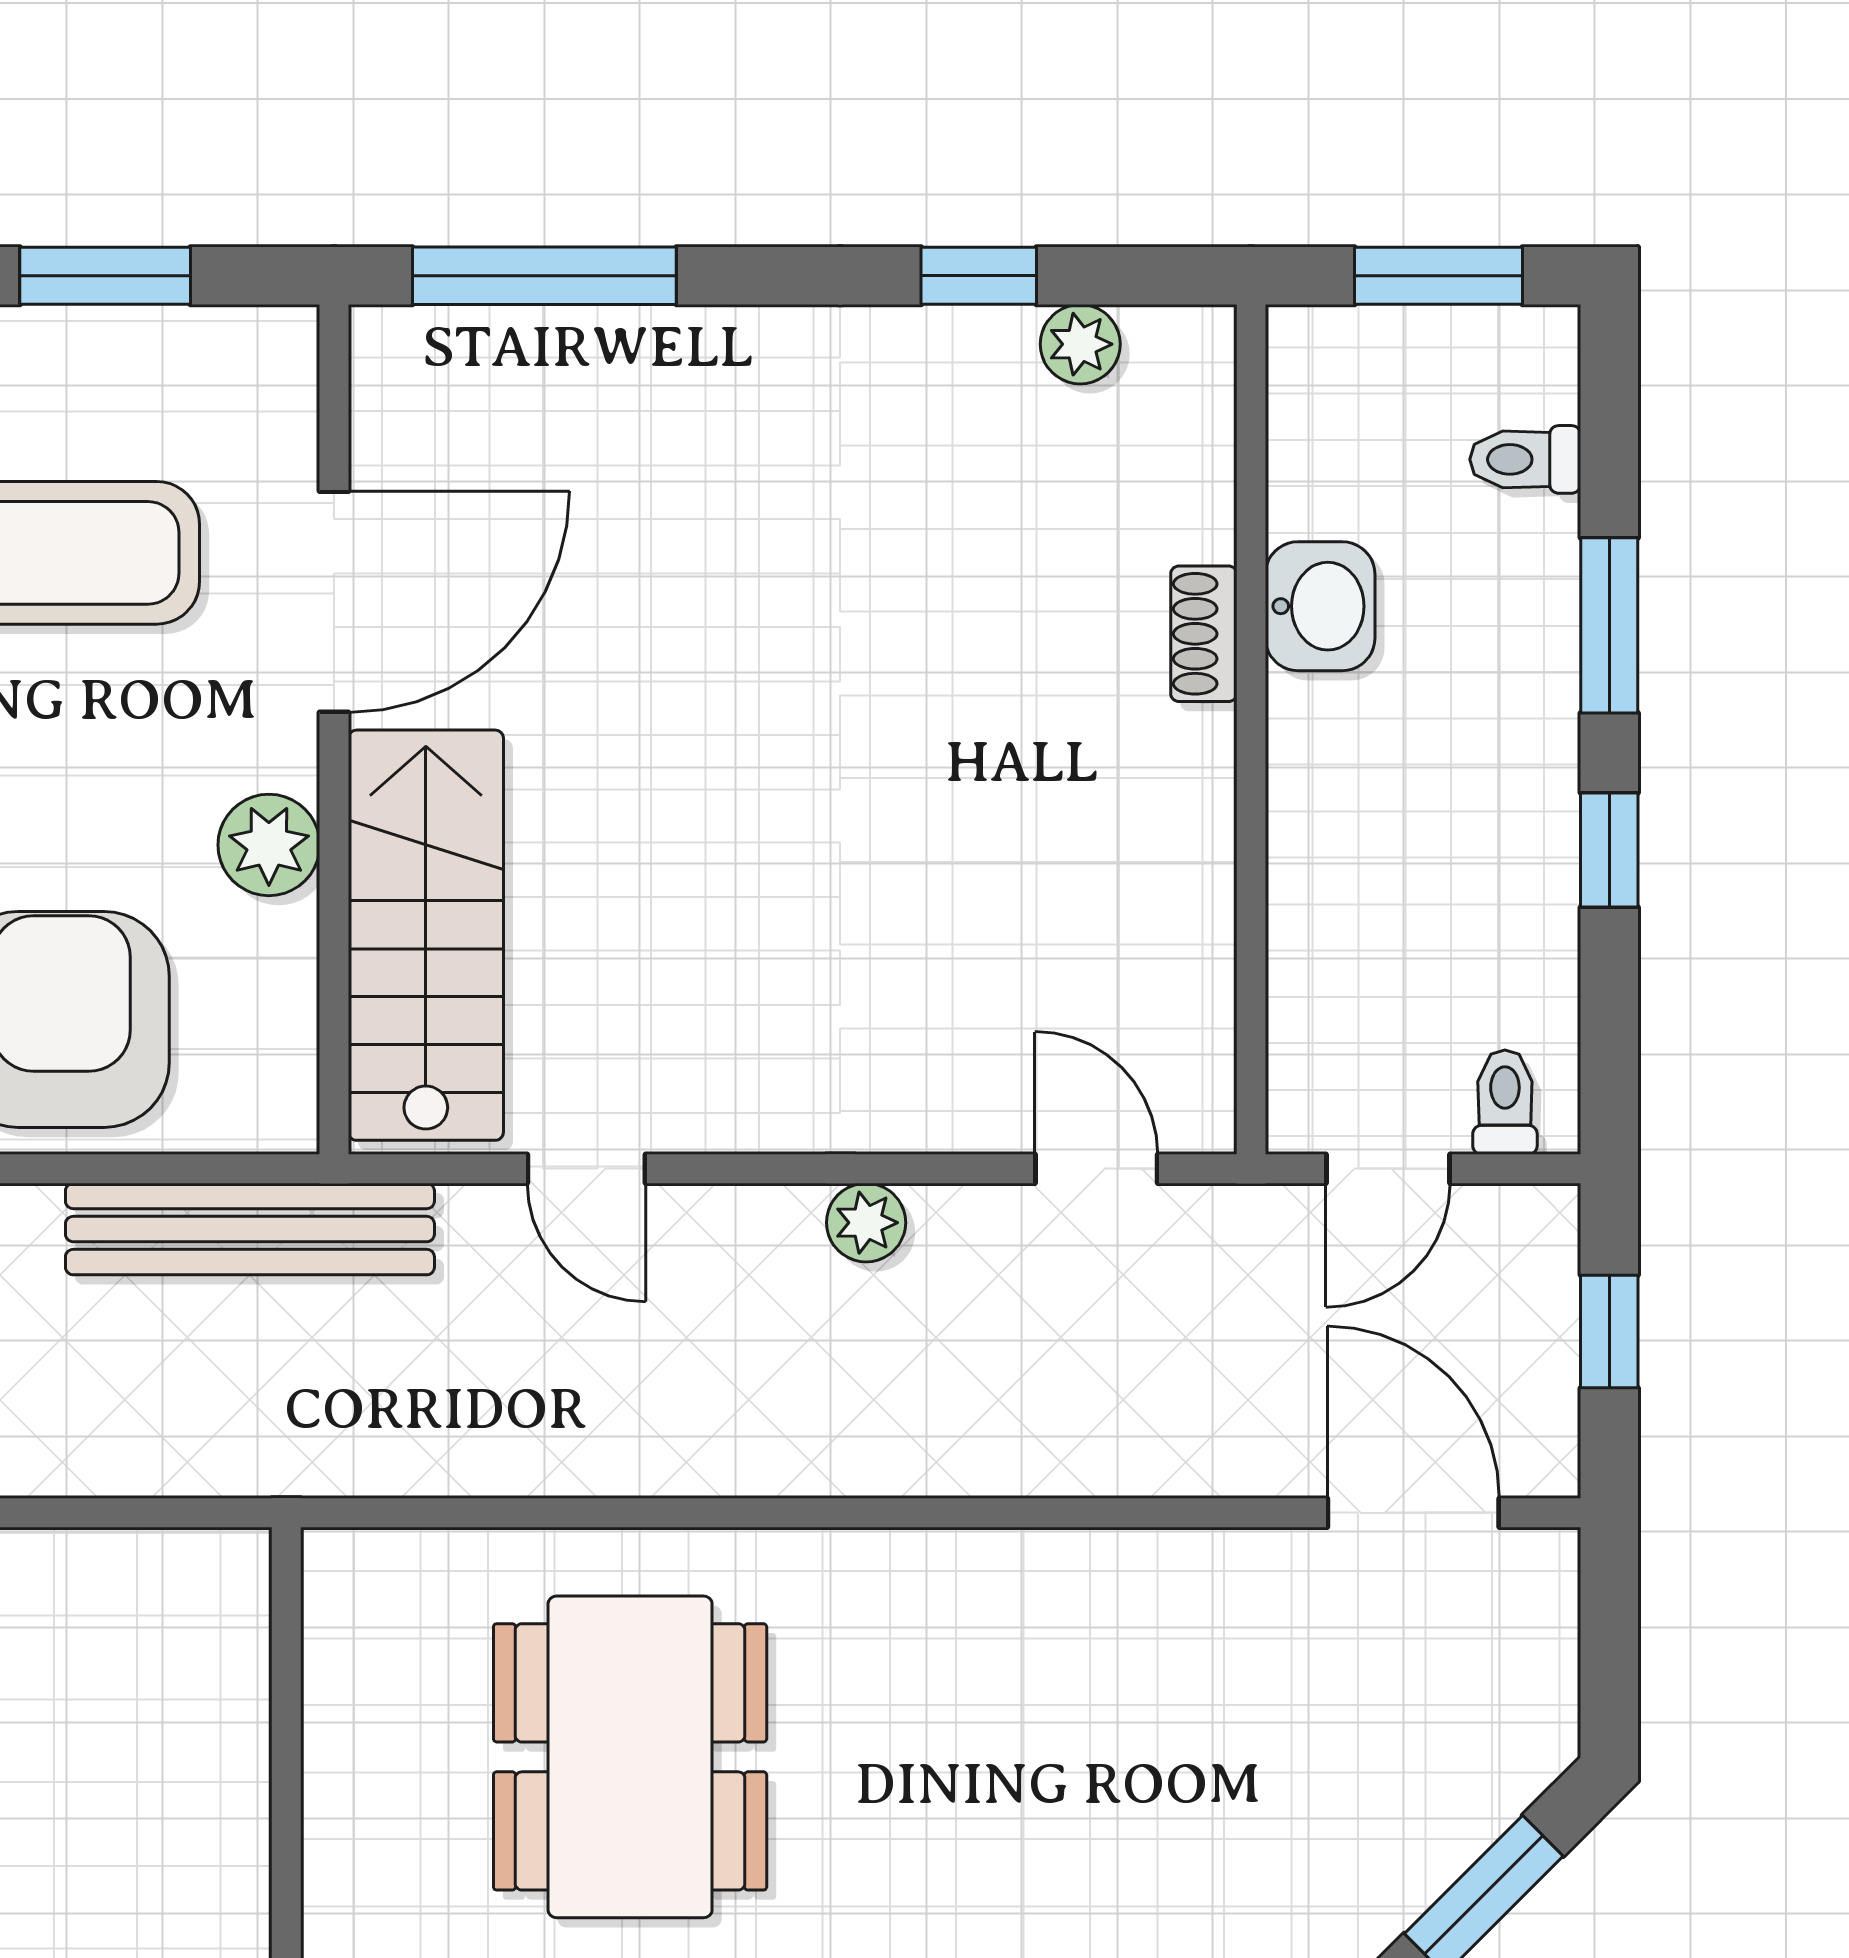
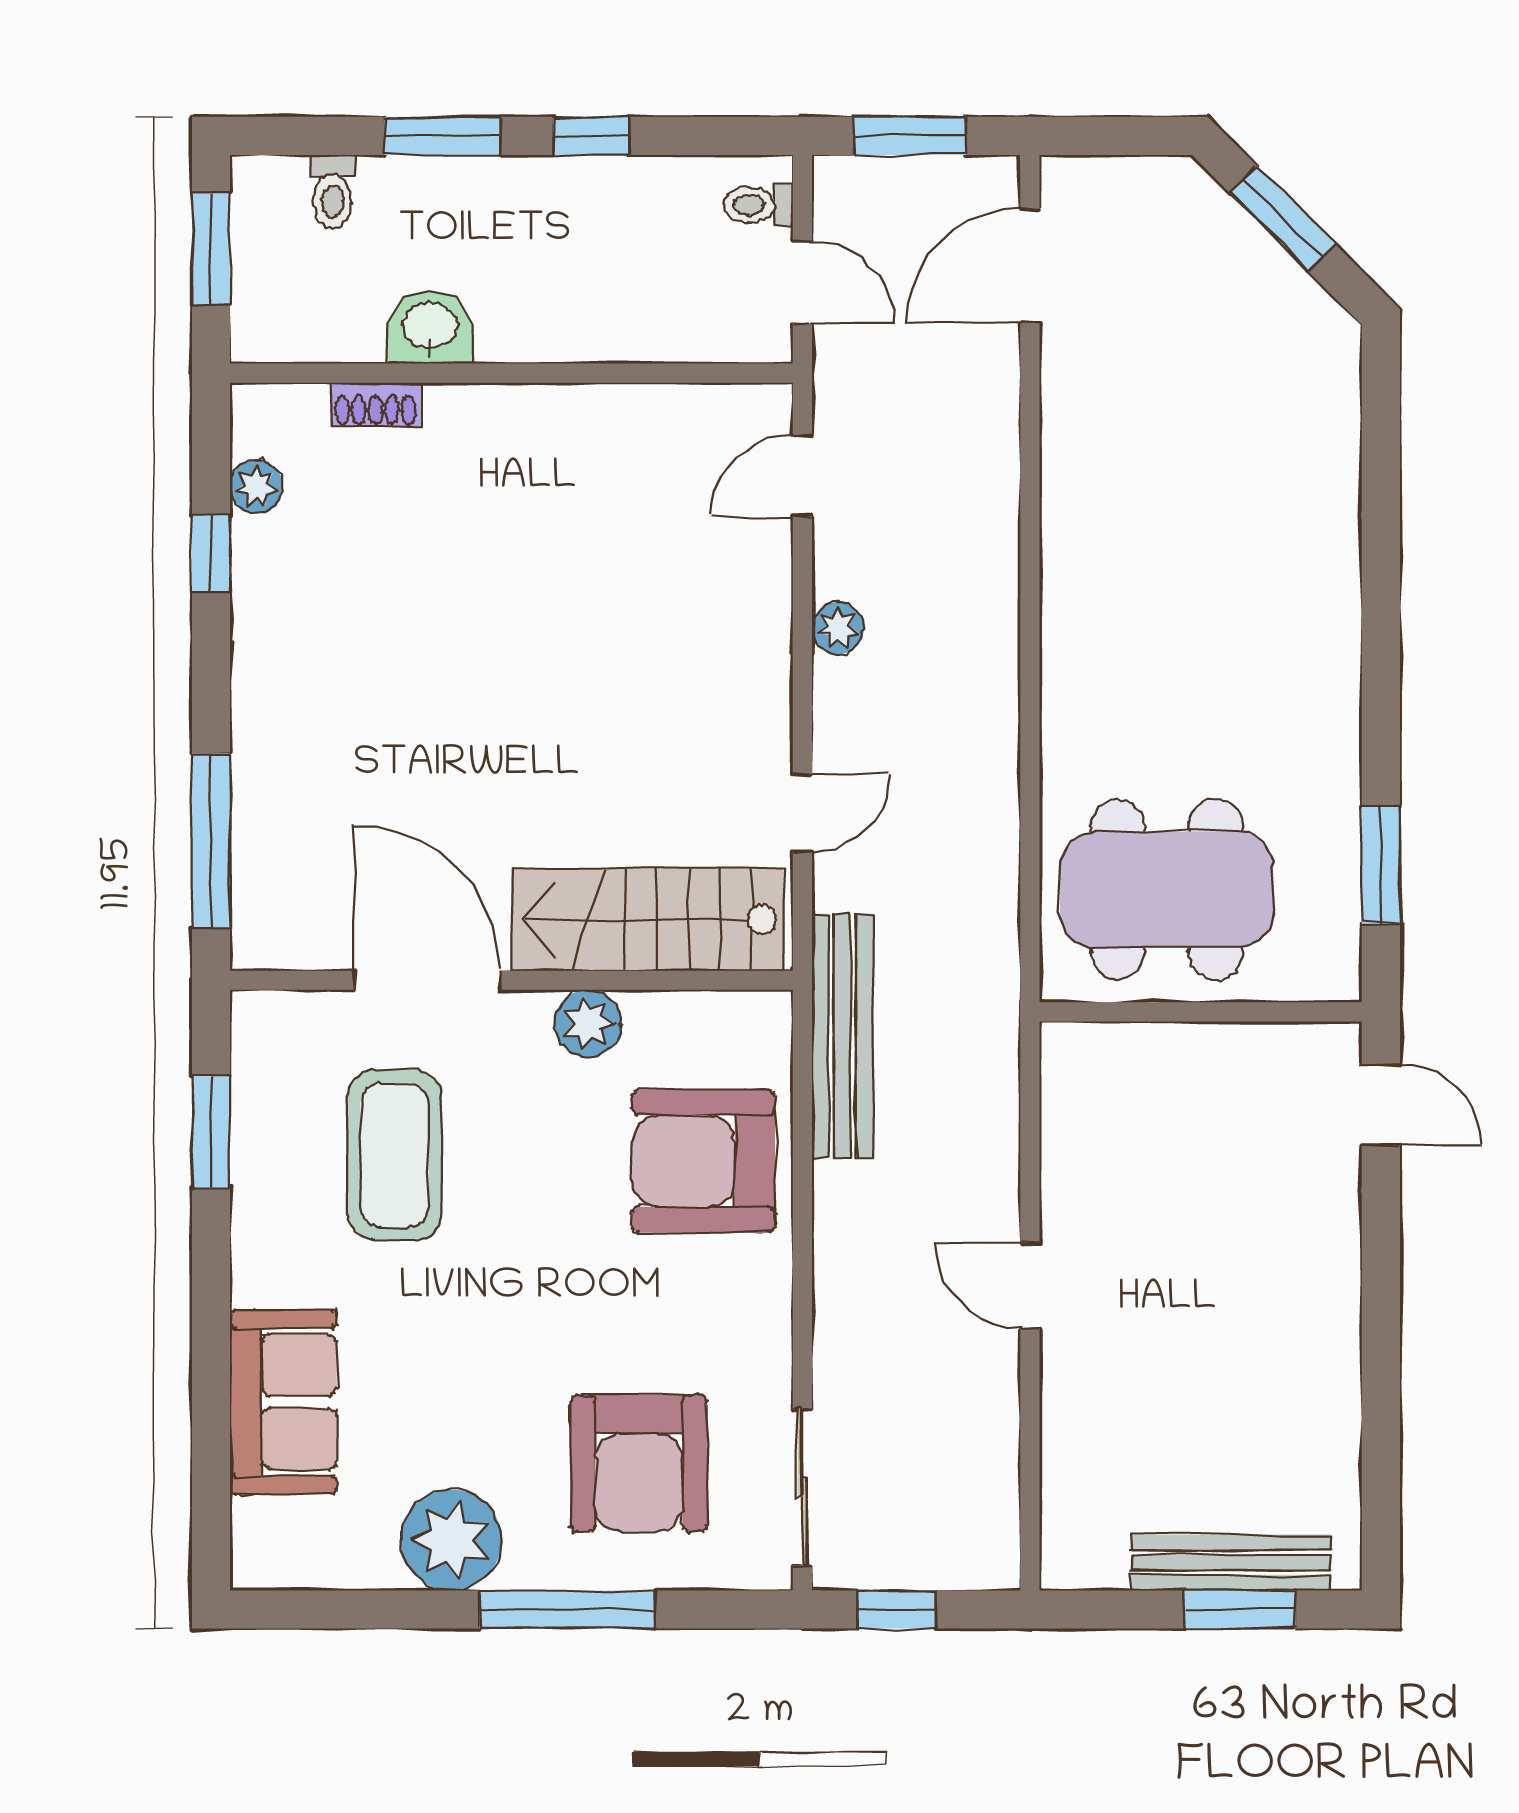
shoe rack: (1204, 634) -> (375, 404), moved
window: (1609, 1331) -> (910, 136), width x1.50
dining table: (630, 1757) -> (1167, 890), moved

